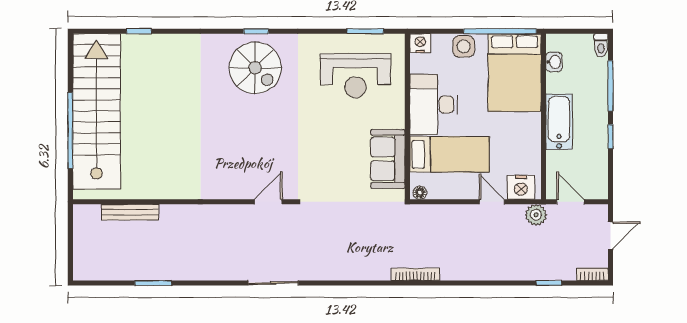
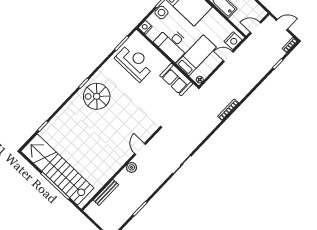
spiral stairs: (255, 68) -> (97, 96), turned 180
reception desk: (355, 76) -> (135, 62), turned -90
door: (268, 202) -> (140, 149), moved
plant: (536, 215) -> (132, 167), moved
door: (610, 236) -> (282, 25), hinge flipped

